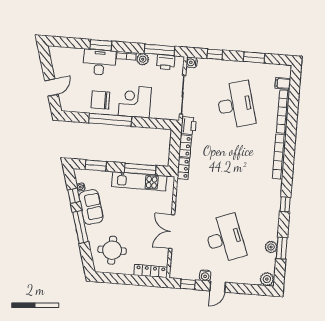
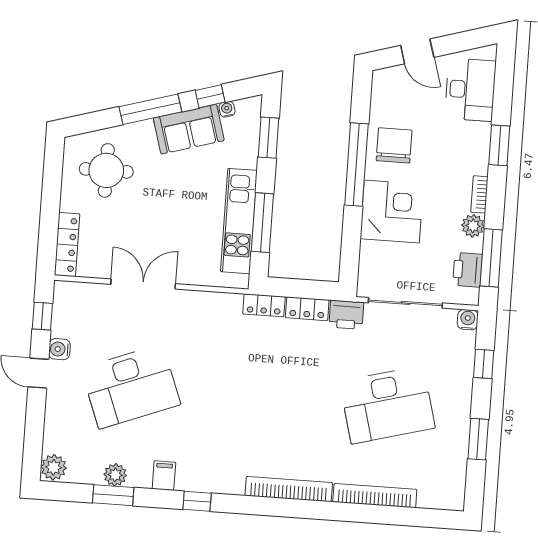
desk: (99, 62) -> (470, 90), moved
filing cabinet: (283, 83) -> (164, 476), moved

